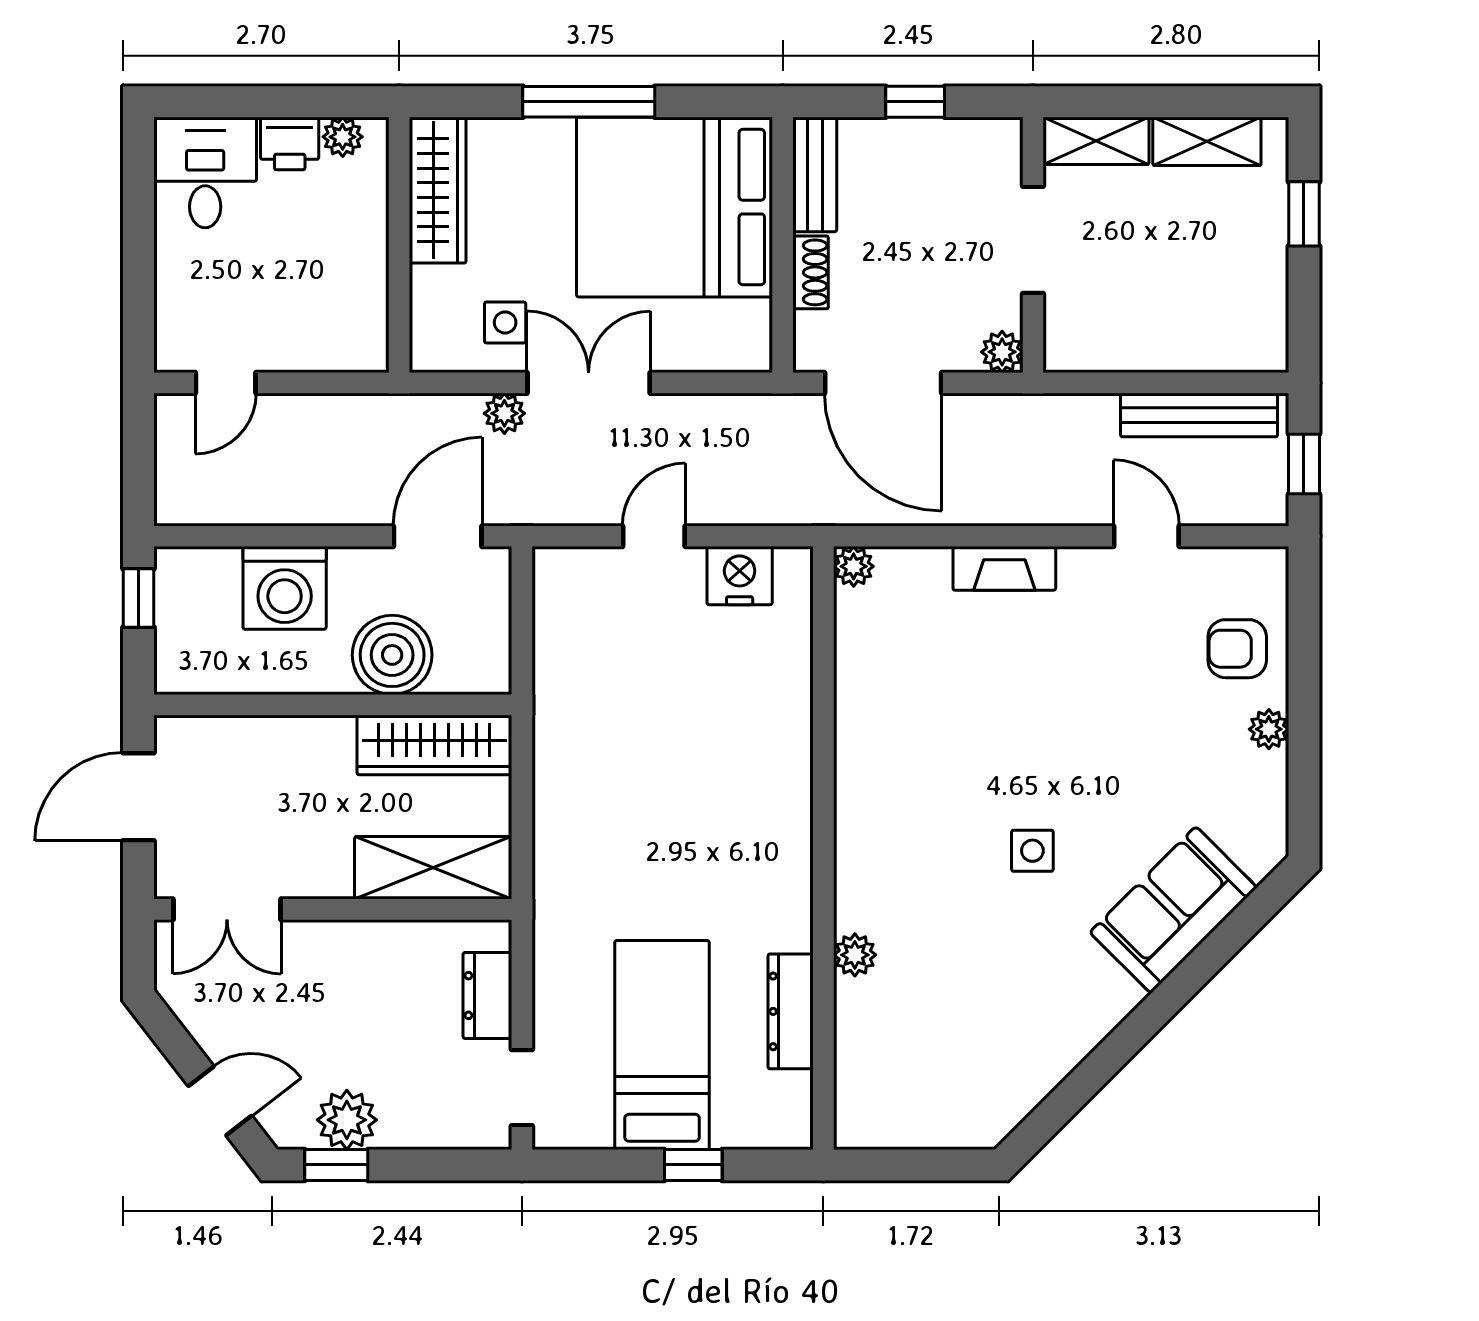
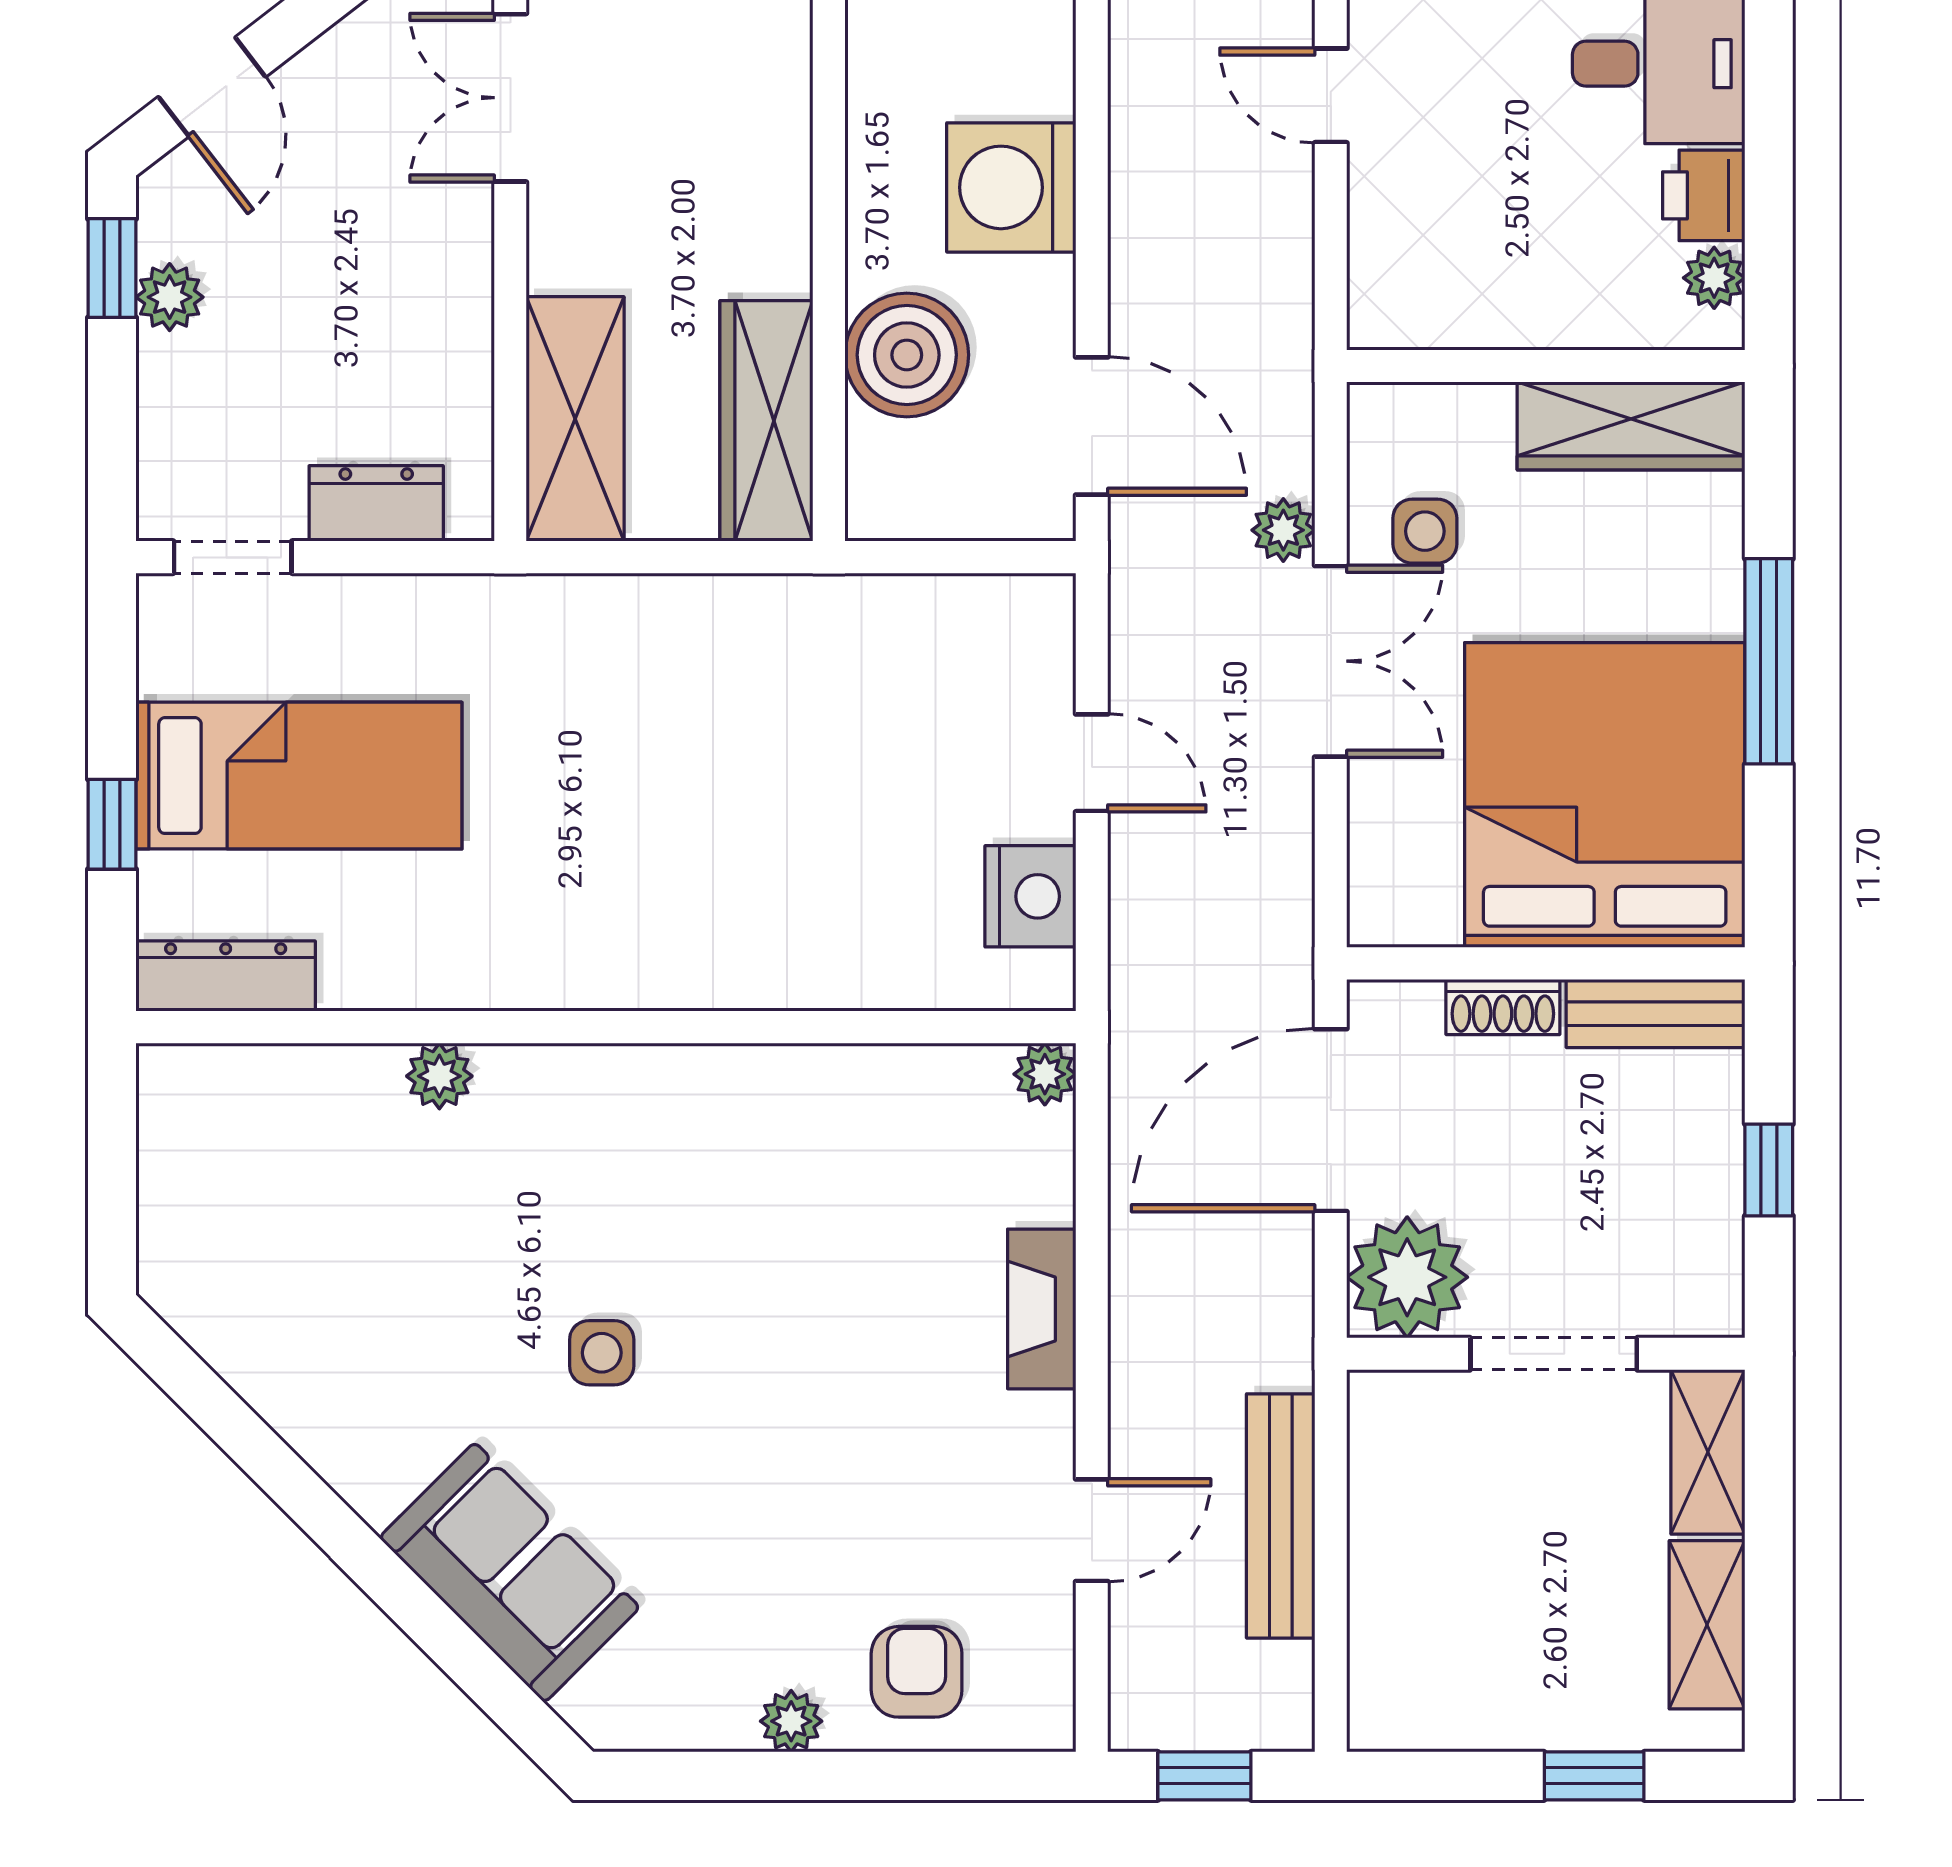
plant: (1002, 352) -> (1407, 1277), width x1.87, depth x1.87
bench: (1199, 415) -> (1281, 1516), moved
dresser: (791, 1011) -> (226, 976), moved
plant: (347, 1120) -> (170, 297), width x0.73, depth x0.73

